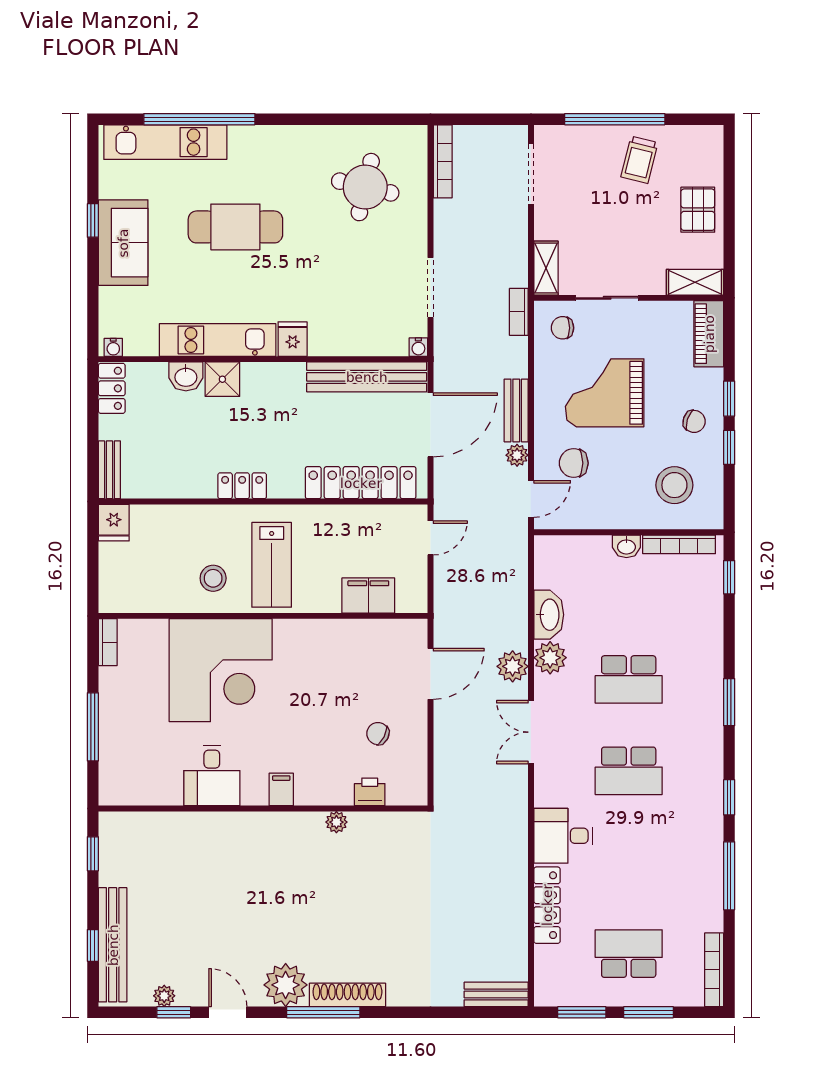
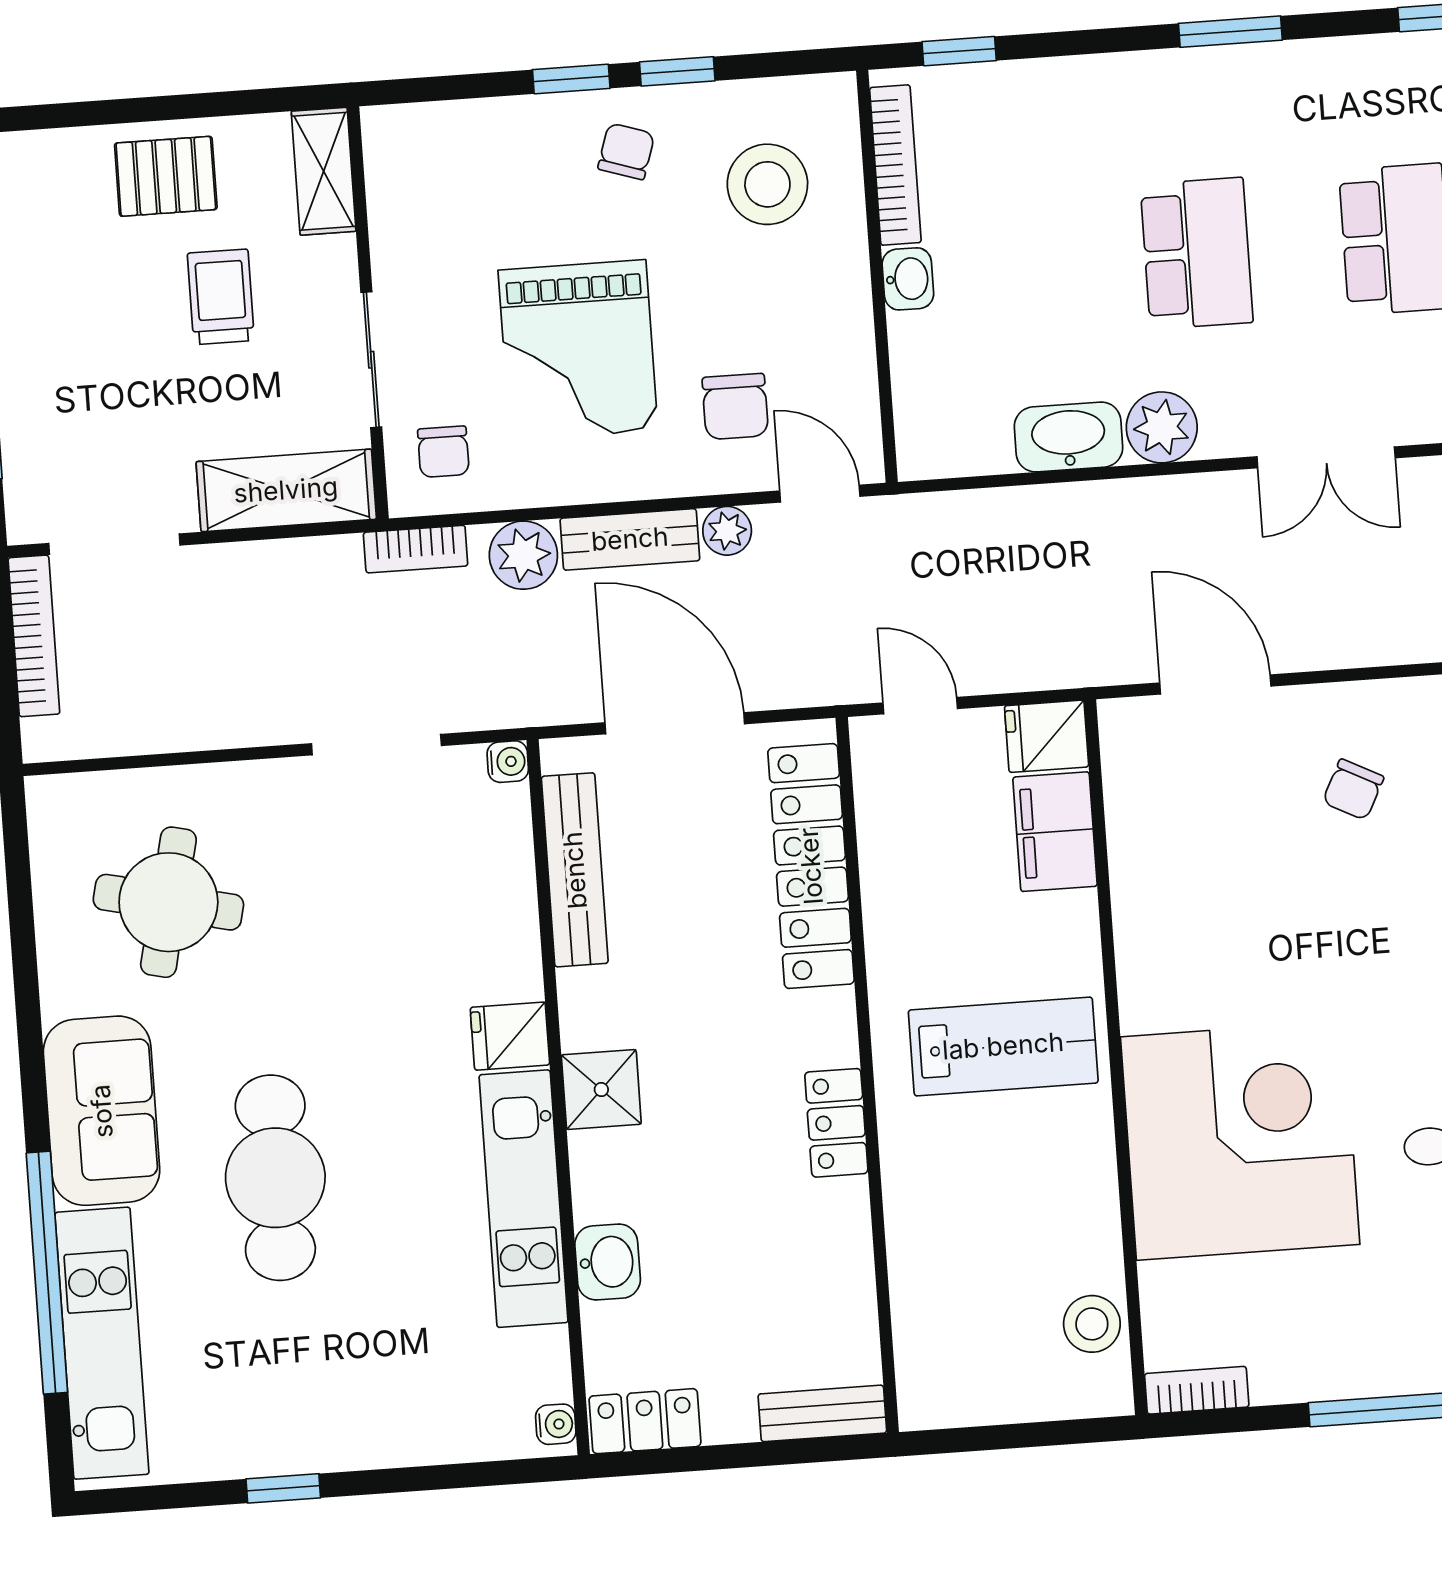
trolley: (639, 160) -> (221, 297), moved, turned -104
bookcase: (443, 161) -> (34, 636), moved, turned 90
sofa: (123, 243) -> (102, 1111), moved, turned 90
shelving: (546, 268) -> (286, 490), width x1.50, depth x1.33
piano: (709, 334) -> (433, 133), removed
bench: (367, 377) -> (575, 870), width x0.73, depth x0.82
shower: (222, 379) -> (601, 1089), moved
fridge: (114, 523) -> (1047, 736), moved, turned 180
stool: (213, 578) -> (1092, 1324), moved
plant: (513, 666) -> (523, 555), moved

